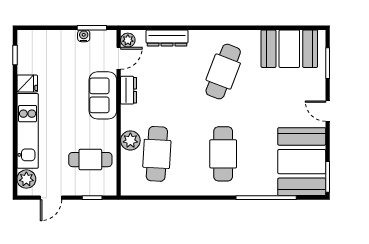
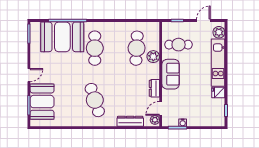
booth: (289, 49) -> (42, 102), moved, turned 90
cafe table: (223, 72) -> (95, 100), turned -39
sofa: (103, 95) -> (171, 74), moved
door: (328, 111) -> (29, 75), hinge flipped
booth: (302, 162) -> (62, 37), moved, turned 90

